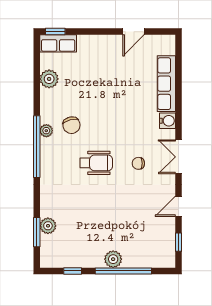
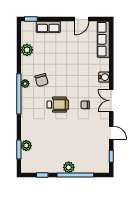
row of seats: (58, 43) -> (48, 27), moved
row of seats: (166, 84) -> (103, 39), moved
door: (179, 206) -> (111, 133), swing flipped

